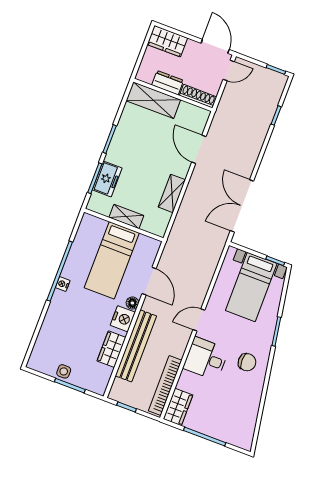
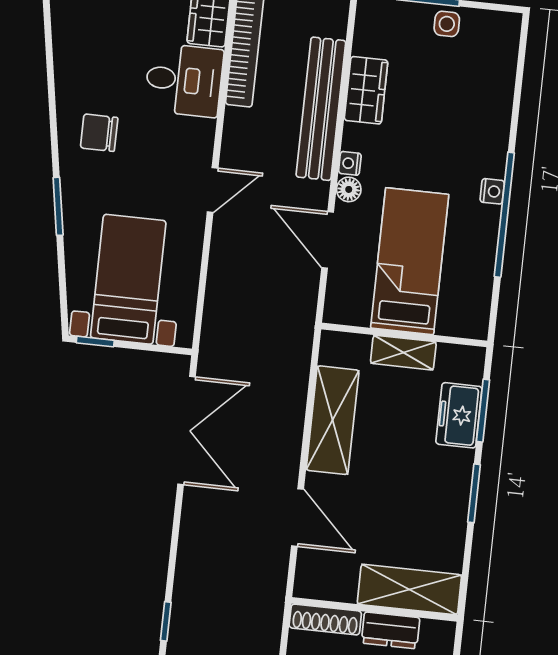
shelving: (172, 193) -> (333, 420), width x1.50, depth x1.33
nightstand: (123, 319) -> (350, 163), width x0.53, depth x0.56
desk: (206, 359) -> (184, 80), moved

